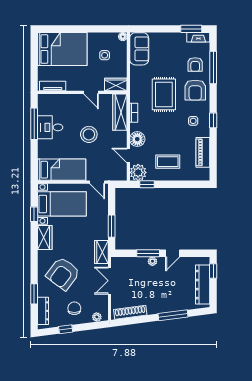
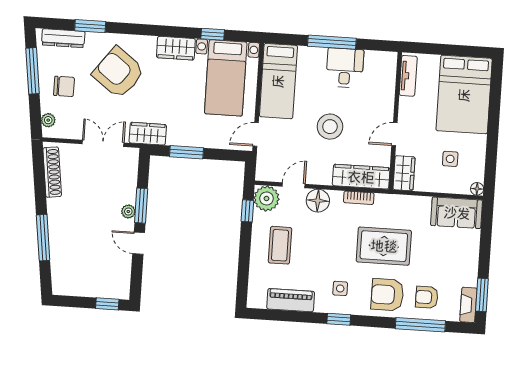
window: (34, 124) -> (332, 42), moved
dresser: (203, 285) -> (87, 286), removed
window: (66, 329) -> (33, 71), width x2.17

